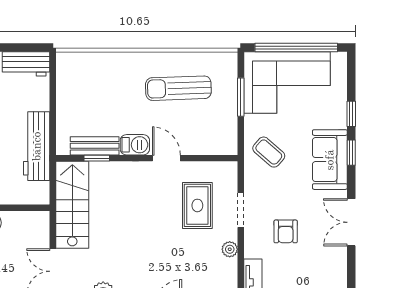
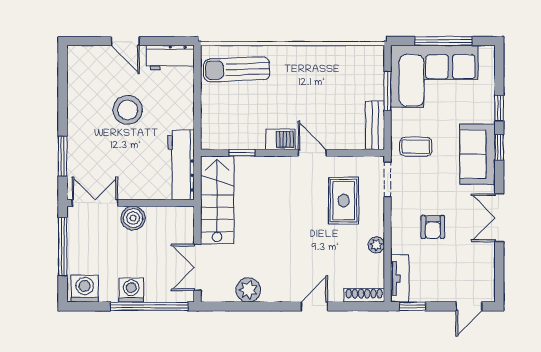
window: (296, 48) -> (444, 41), width x0.68
sun lounger: (178, 88) -> (237, 69), moved
workbench: (37, 146) -> (181, 165), moved
bench: (95, 146) -> (375, 125), moved, turned 90
coffee table: (269, 152) -> (416, 147), turned -41
doorway: (241, 210) -> (387, 179), moved

